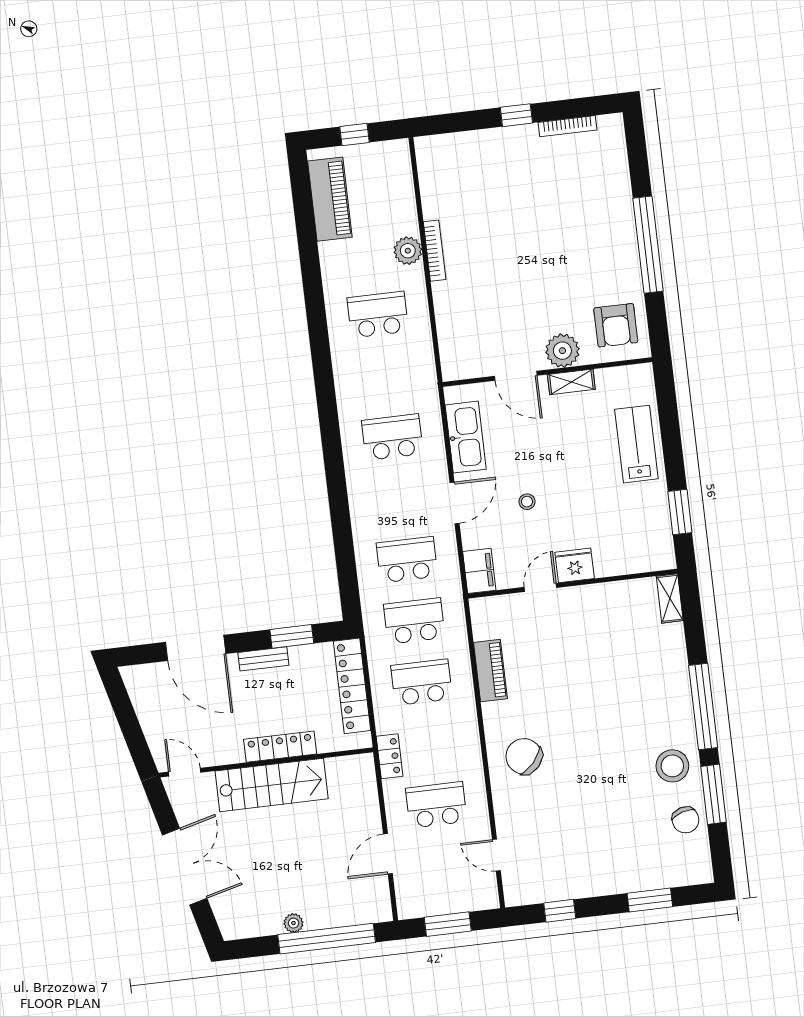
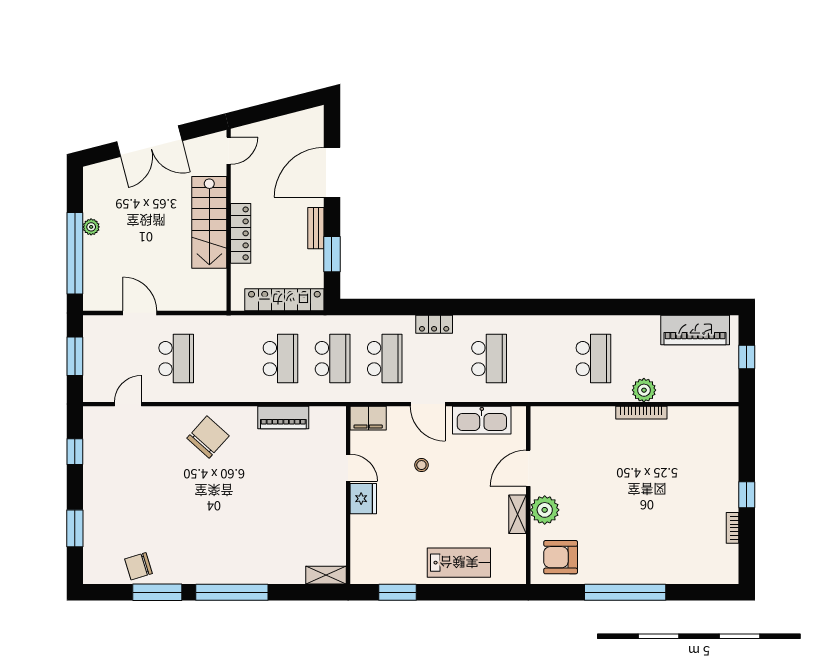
bookcase: (567, 126) -> (733, 528), width x0.64
locker: (390, 756) -> (434, 324), moved
stool: (672, 766) -> (185, 561), removed

